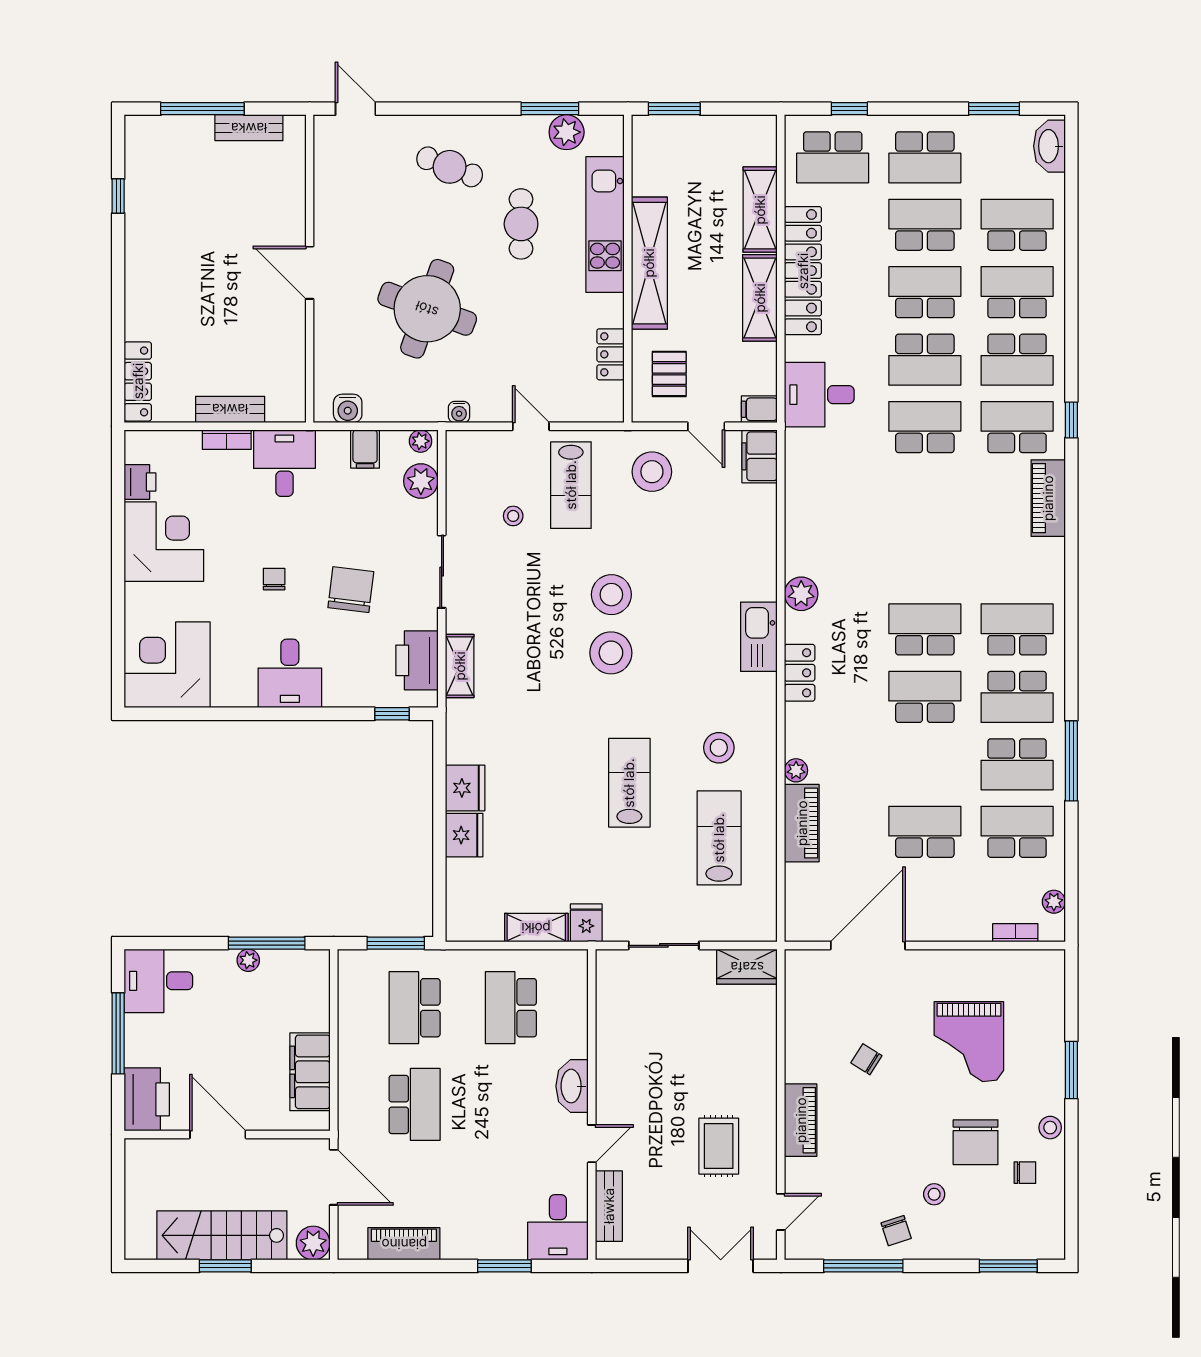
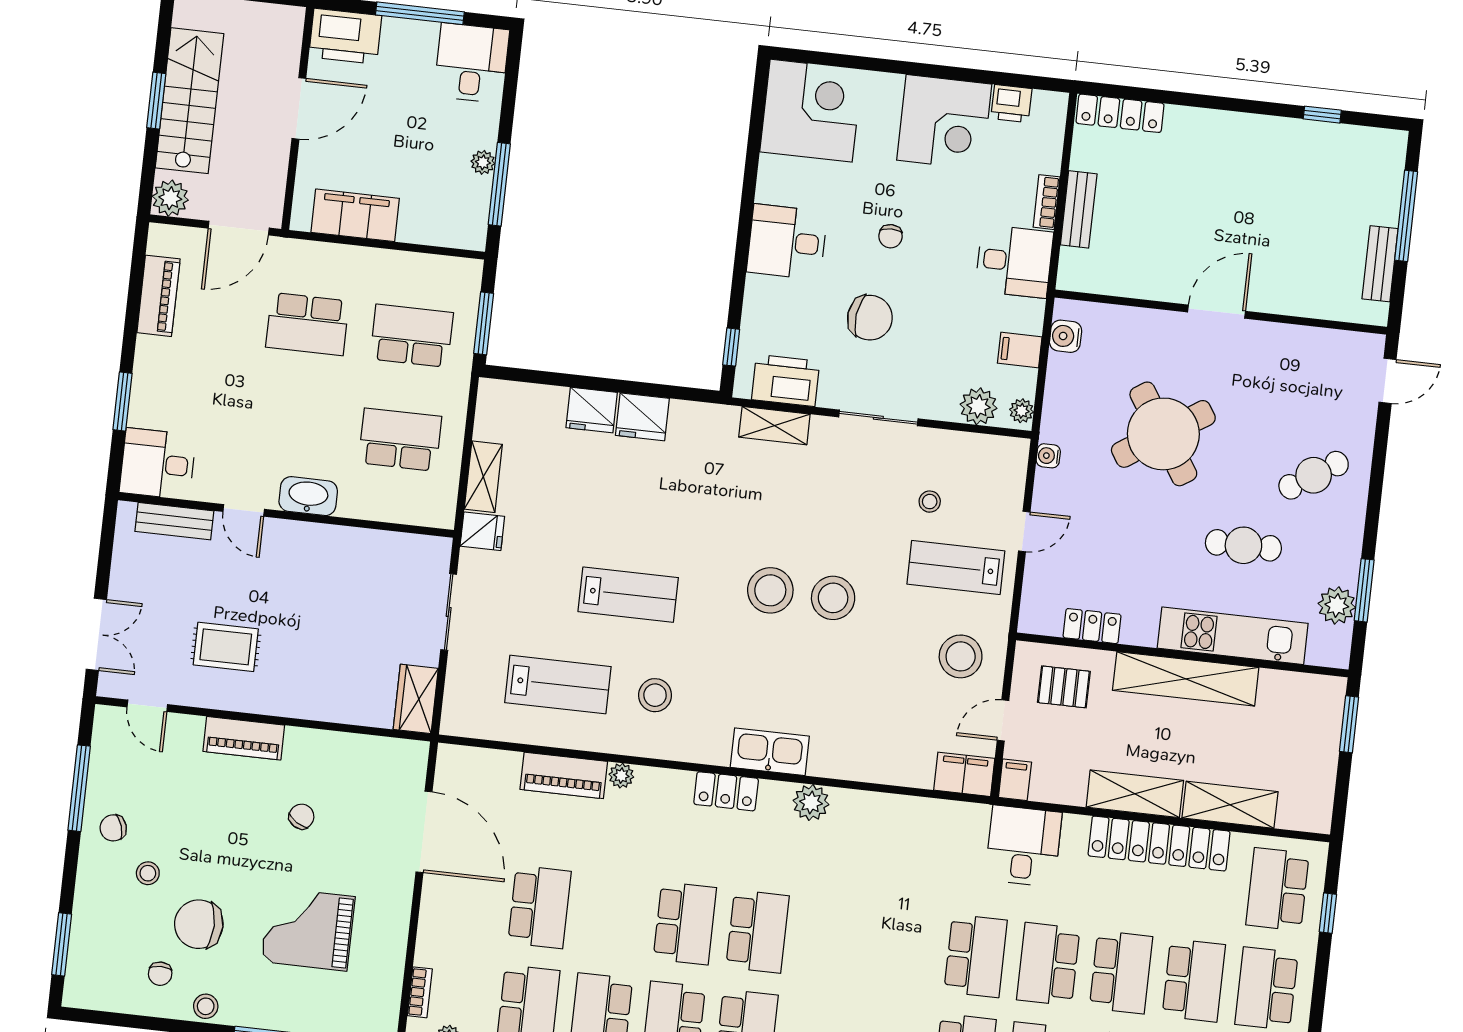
cafe table: (450, 167) -> (1314, 475), turned 36
round table: (427, 309) -> (1163, 434), turned 37
chair: (274, 579) -> (891, 236), turned 90

